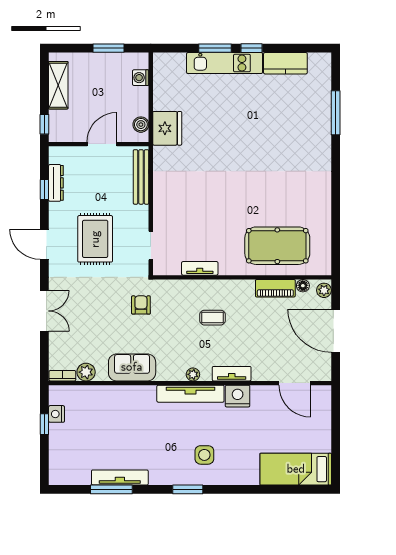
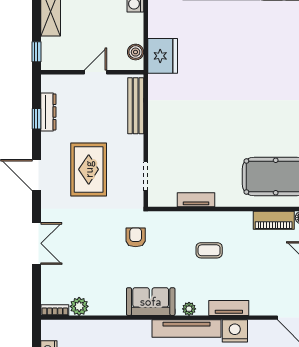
door: (102, 144) -> (96, 72), width x0.73
sofa: (132, 367) -> (151, 302), moved

